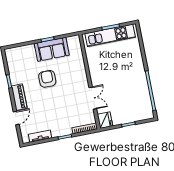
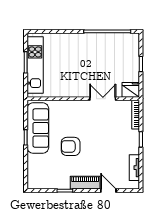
sofa: (52, 49) -> (38, 128), width x1.36

